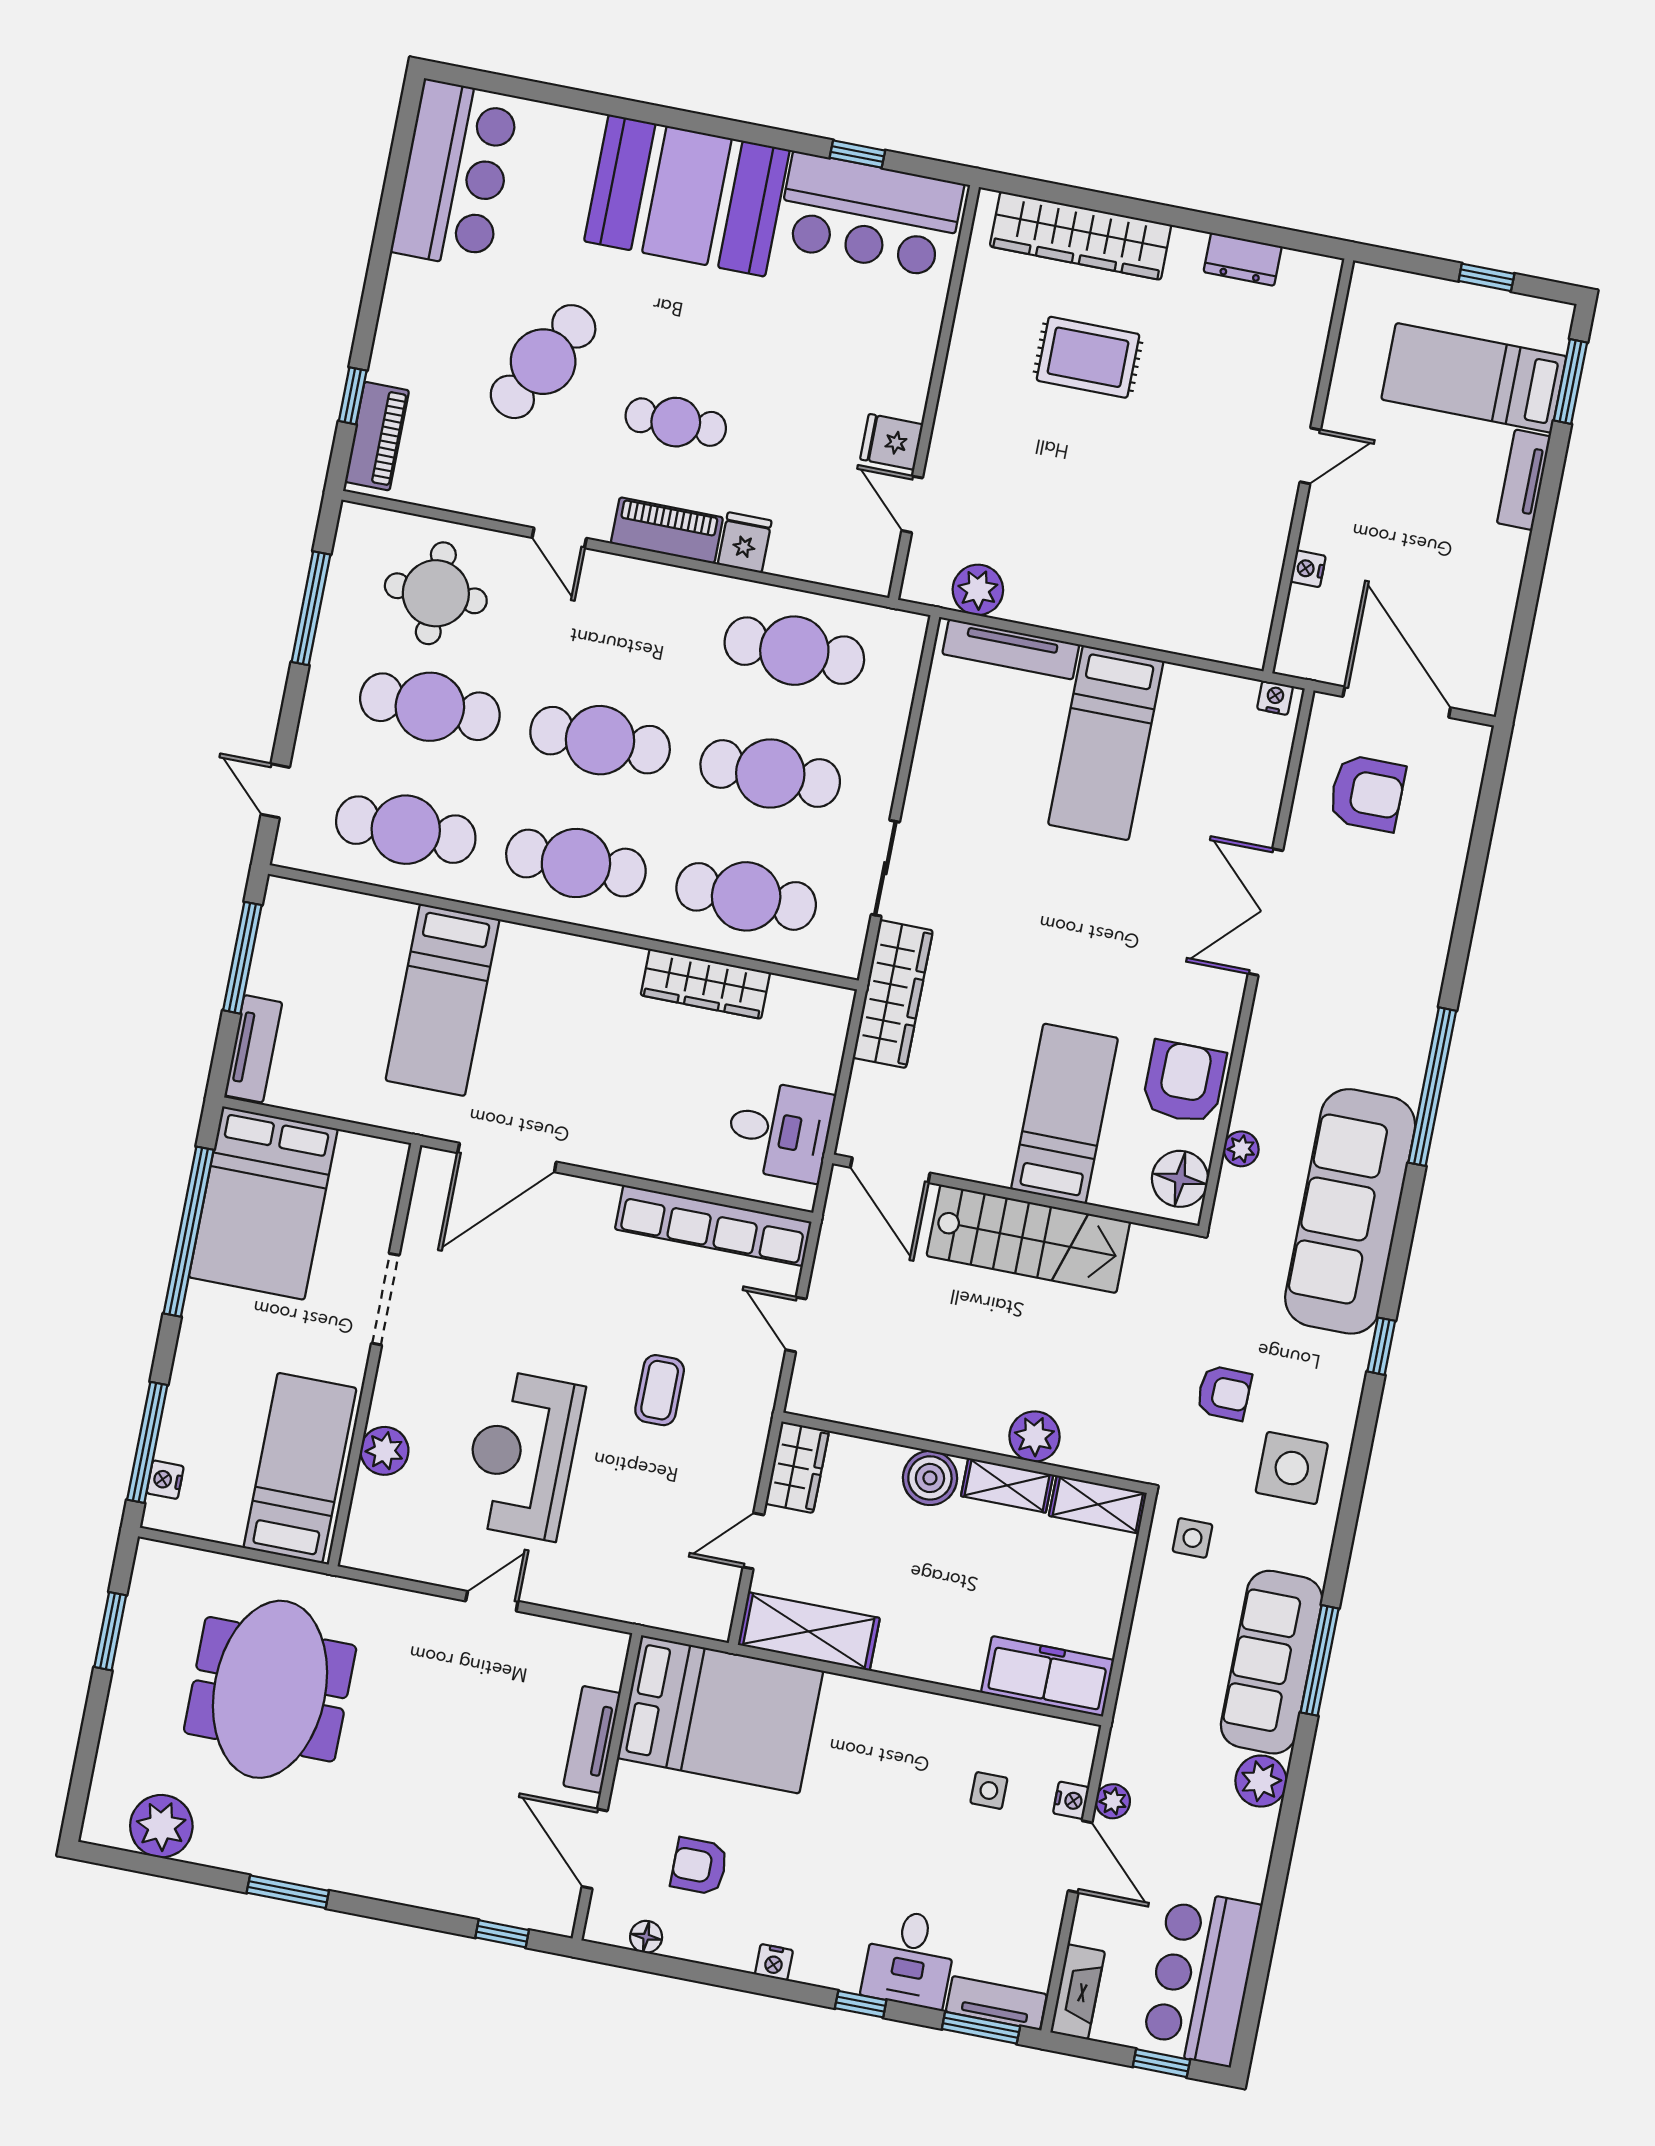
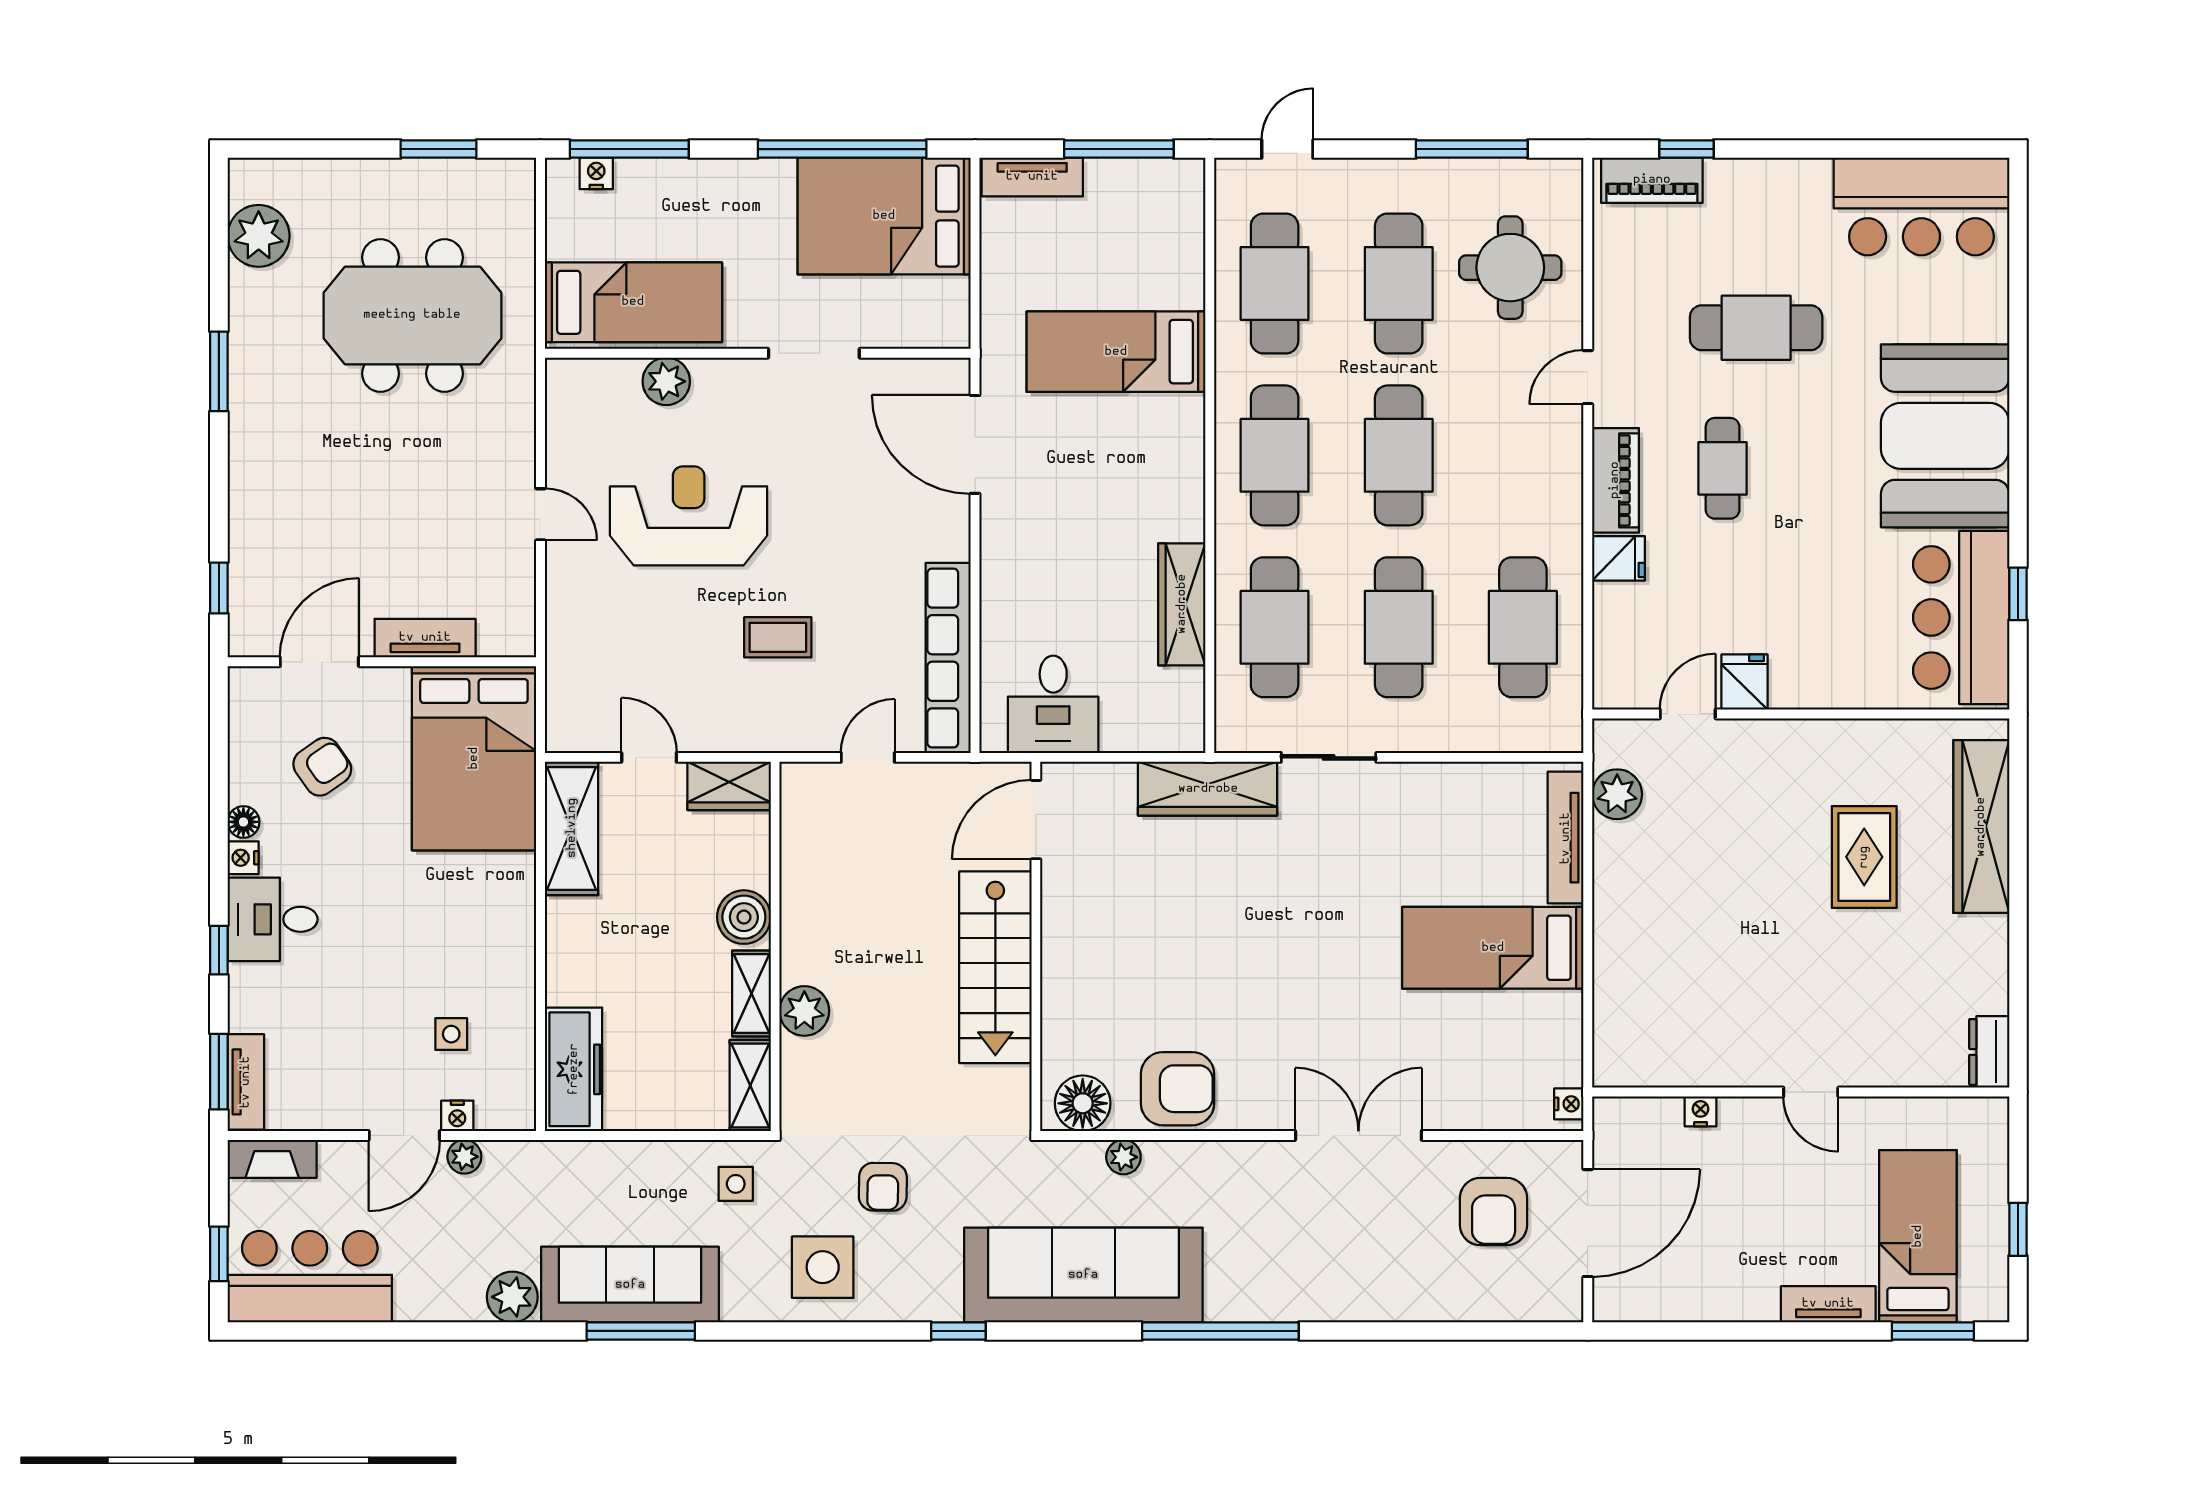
dresser: (1243, 259) -> (1989, 1052), moved
cafe table: (543, 362) -> (1756, 328), turned -30
bed: (1065, 1114) -> (1124, 978), removed
armchair: (699, 1866) -> (322, 767), turned 55
floor lamp: (646, 1937) -> (243, 822), moved
desk: (910, 1959) -> (273, 919), moved

